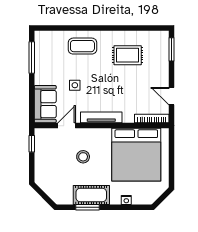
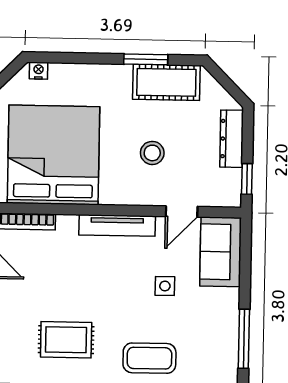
dresser: (40, 165) -> (232, 139), added
cot: (91, 195) -> (166, 82), moved
nightstand: (126, 200) -> (39, 71), moved

